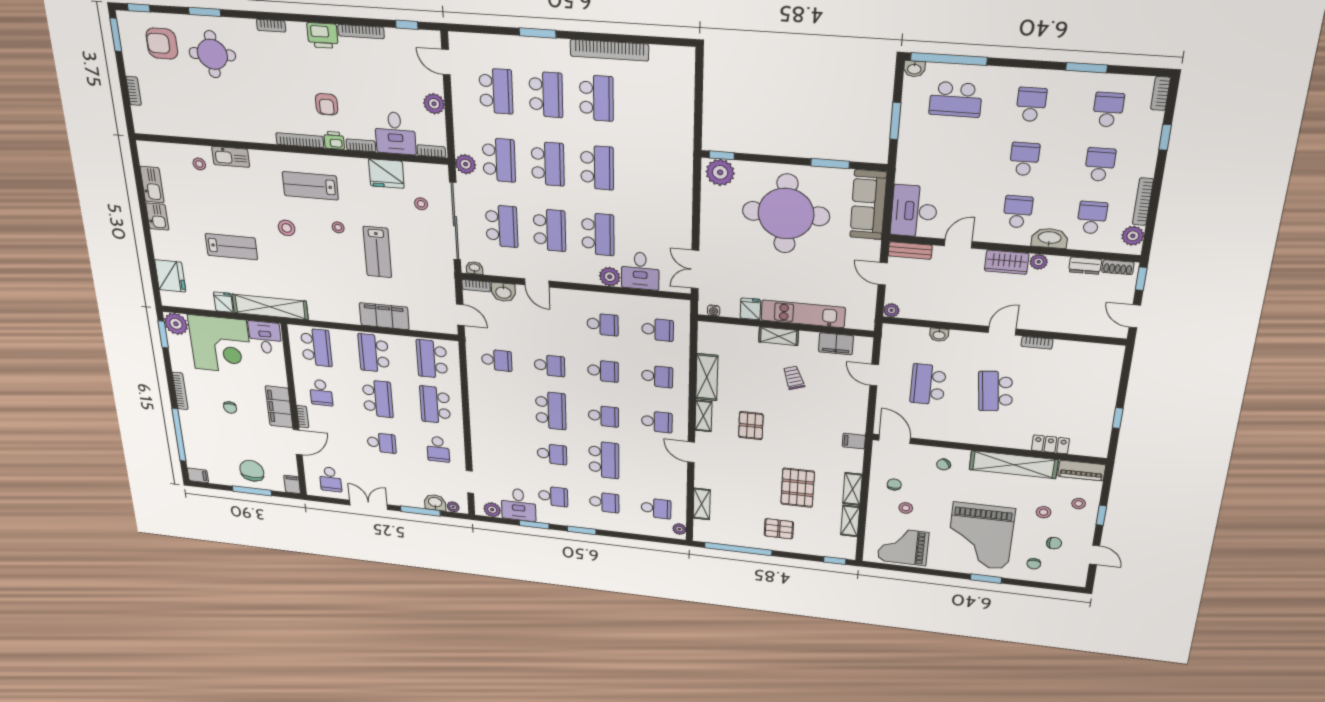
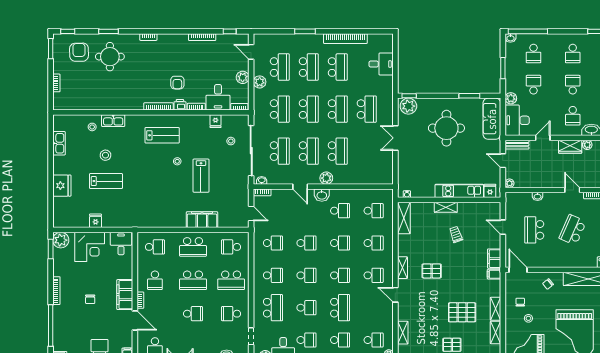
printer: (323, 35) -> (179, 41), removed
armchair: (162, 44) -> (79, 52), turned 89
school desk: (956, 99) -> (533, 54), width x0.54
school desk: (1031, 104) -> (573, 54), turned 180
school desk: (950, 154) -> (533, 85), added
plant: (466, 164) -> (260, 82), moved
school desk: (647, 172) -> (367, 109), added
fridge: (386, 174) -> (216, 121), width x0.53, depth x0.75
plant: (906, 174) -> (511, 98), added
lab bench: (310, 186) -> (162, 135), turned 180
school desk: (1018, 212) -> (573, 116), turned 180
round table: (786, 214) -> (446, 128), width x0.73, depth x0.73
kitchen sink: (157, 217) -> (59, 165), removed
stool: (287, 228) -> (105, 155), moved
double door: (695, 269) -> (395, 138), moved
desk: (640, 271) -> (381, 64), moved, turned -90
fridge: (170, 276) -> (62, 186), moved
plant: (610, 277) -> (326, 178), moved
washbasin: (503, 292) -> (322, 195), moved
shelving: (270, 307) -> (127, 221), removed
fridge: (750, 309) -> (490, 191), moved
door: (1002, 331) -> (572, 190), hinge flipped
filing cabinet: (836, 344) -> (494, 259), moved, turned 90
corner desk: (220, 345) -> (90, 247), width x0.74, depth x0.74
school desk: (316, 347) -> (155, 247), width x0.54
school desk: (374, 353) -> (193, 247), turned -90
school desk: (432, 359) -> (231, 247), width x0.54
shelving: (707, 377) -> (404, 218), moved
school desk: (995, 391) -> (573, 230), turned 30
school desk: (378, 399) -> (193, 280), turned 90
school desk: (435, 405) -> (231, 280), turned -90
school desk: (499, 405) -> (273, 275), added
school desk: (551, 410) -> (306, 275), width x0.54
pallet: (751, 426) -> (432, 271), turned 90
door: (298, 442) -> (135, 321), hinge flipped
school desk: (501, 448) -> (273, 308), added
school desk: (438, 449) -> (231, 314), turned 90
pallet: (798, 488) -> (462, 312), turned 90

